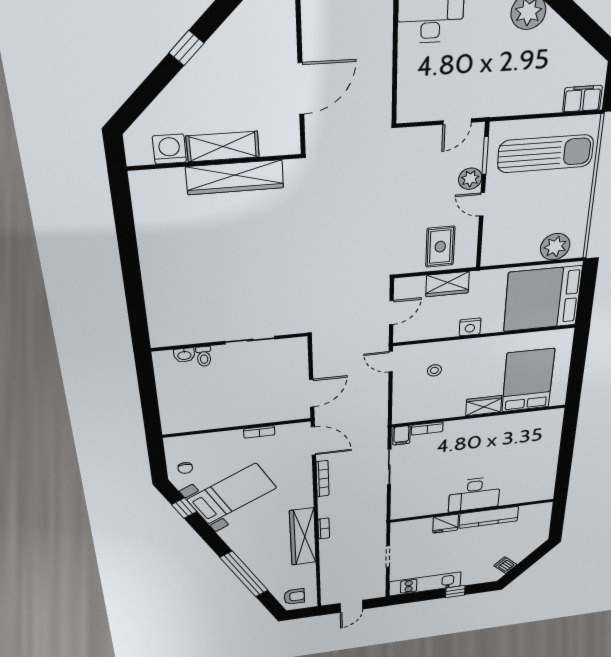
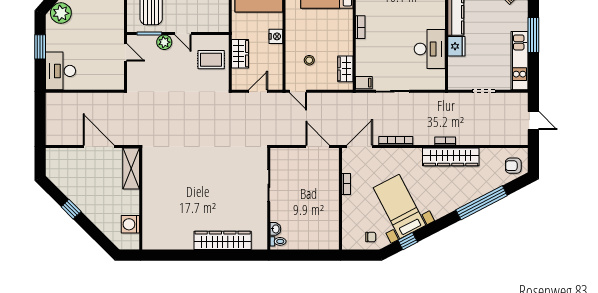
shelving: (223, 146) -> (131, 168), moved
wardrobe: (235, 177) -> (223, 240), moved, turned -90
door: (482, 204) -> (183, 33), hinge flipped
door: (391, 313) -> (258, 91), hinge flipped
toilet: (204, 356) -> (278, 241), moved
door: (391, 362) -> (298, 91), hinge flipped
wardrobe: (484, 406) -> (345, 69), moved
bookcase: (427, 428) -> (360, 27), moved
desk: (474, 494) -> (430, 49), moved
window: (455, 592) -> (533, 35), width x2.17
armchair: (294, 597) -> (513, 166), turned -90

